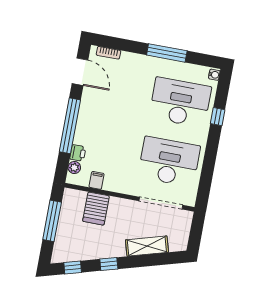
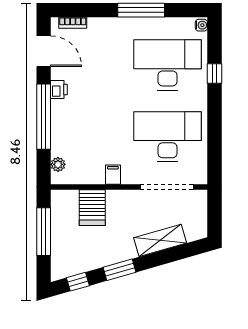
printer: (78, 153) -> (59, 89), moved
filing cabinet: (97, 180) -> (113, 175), moved
window: (109, 264) -> (119, 270), width x1.50

